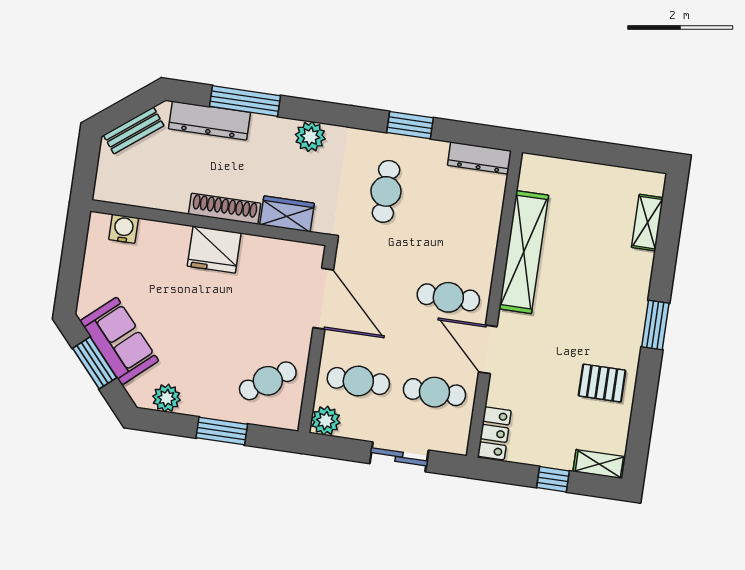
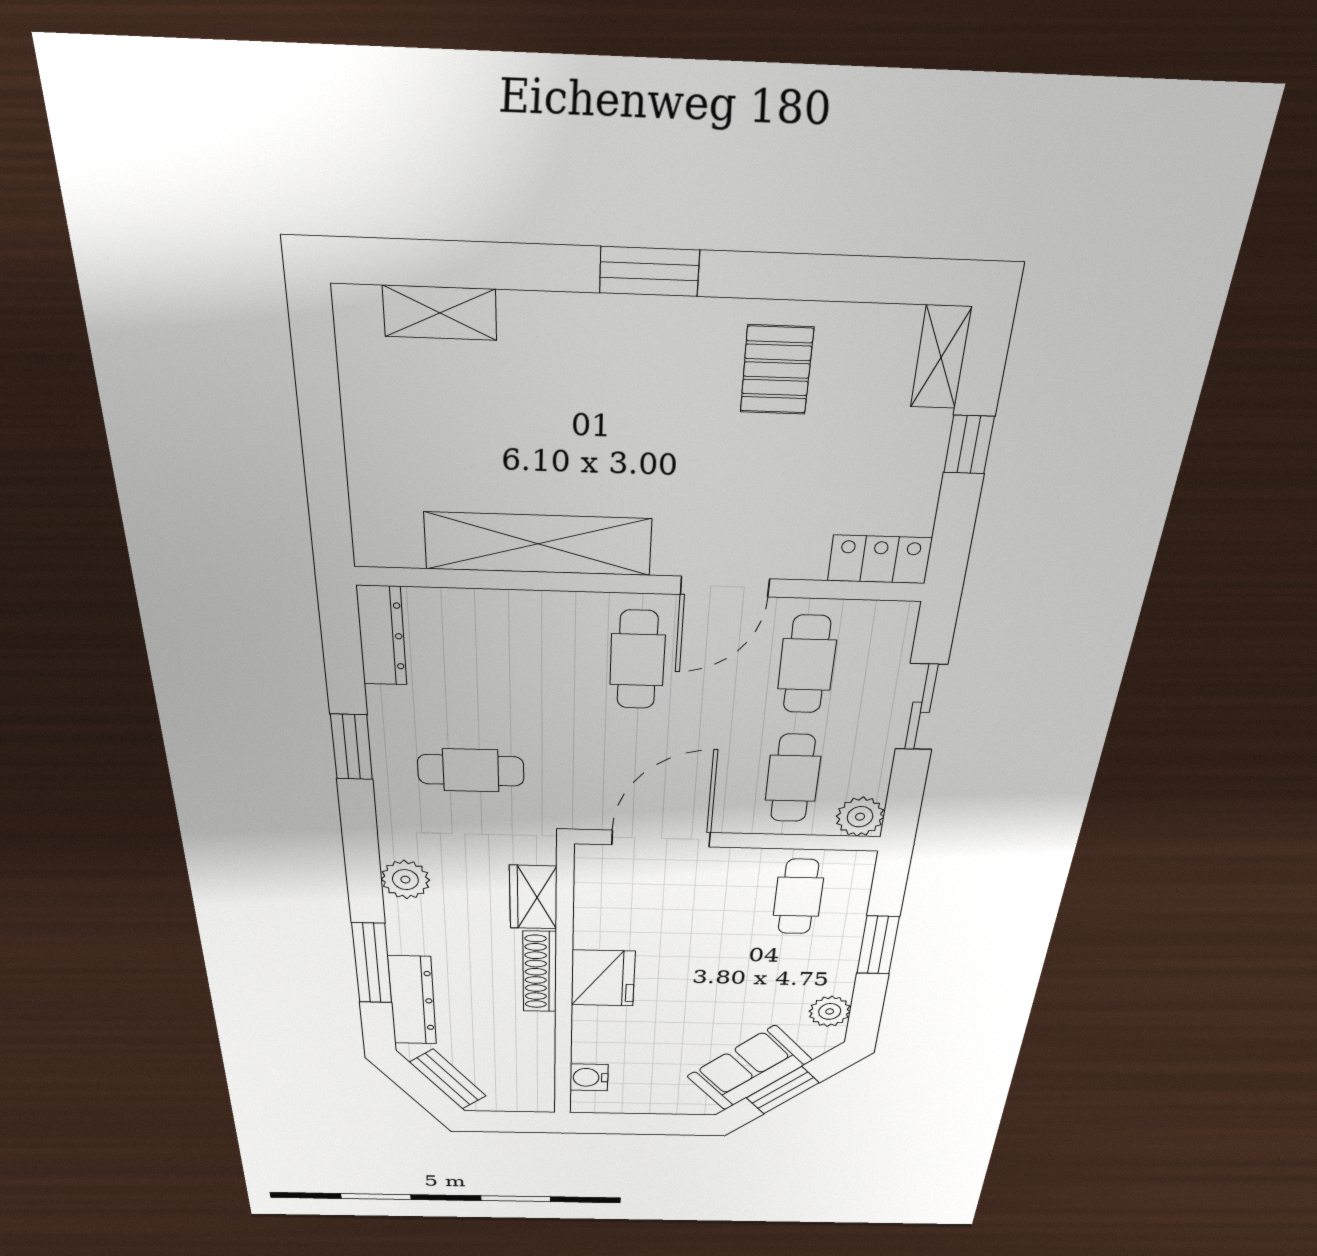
cafe table: (268, 381) -> (798, 897), turned 34

